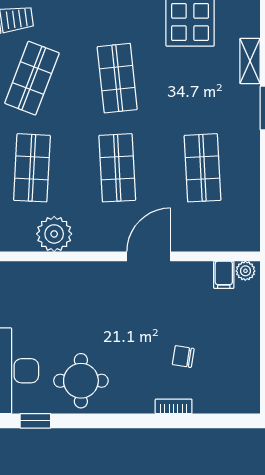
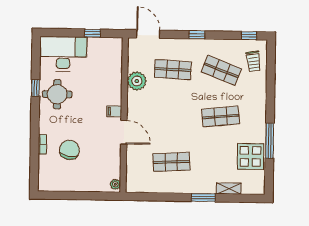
shop shelf: (117, 168) -> (172, 116), removed
filing cabinet: (224, 275) -> (114, 111), moved
chair: (183, 357) -> (69, 150), width x1.87, depth x1.87
window: (35, 421) -> (35, 88), moved

